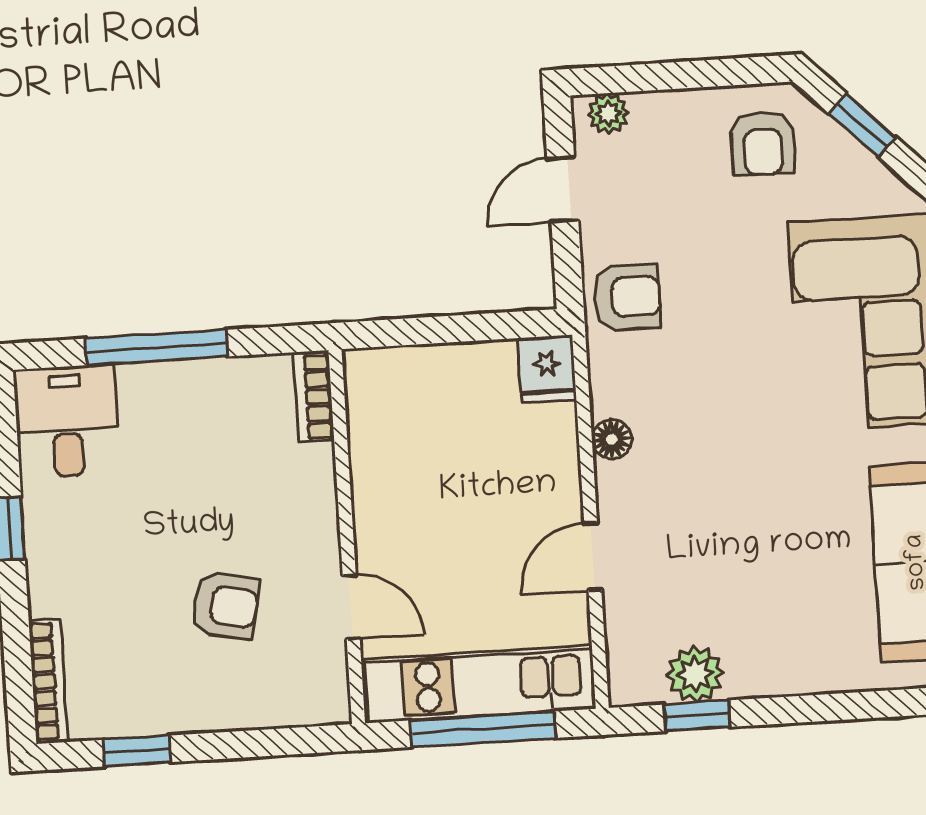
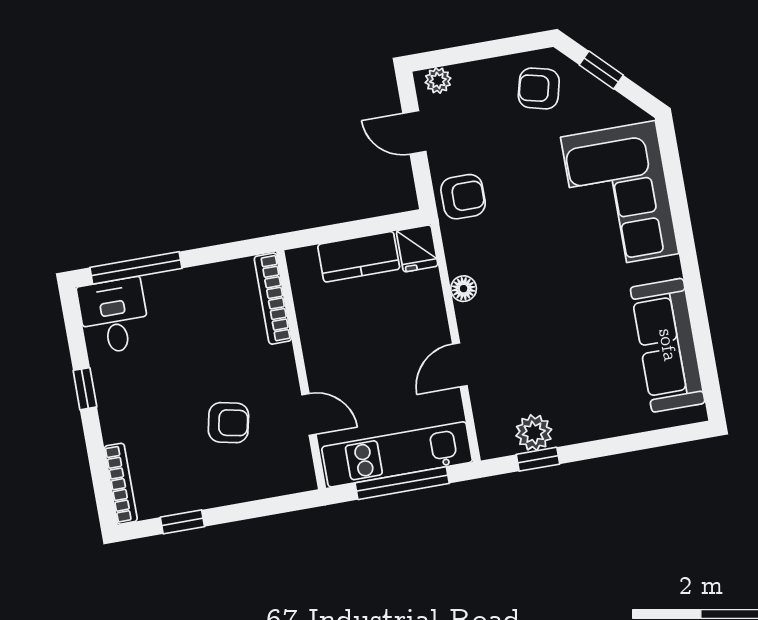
armchair: (763, 143) -> (539, 88), turned 104
door: (563, 189) -> (414, 132), hinge flipped
window: (157, 348) -> (136, 268), moved
kitchen counter: (455, 372) -> (359, 257), added
bookcase: (314, 397) -> (273, 299), width x1.56

